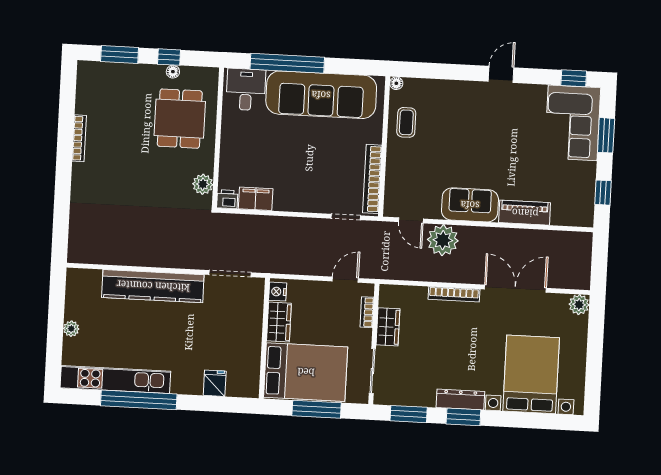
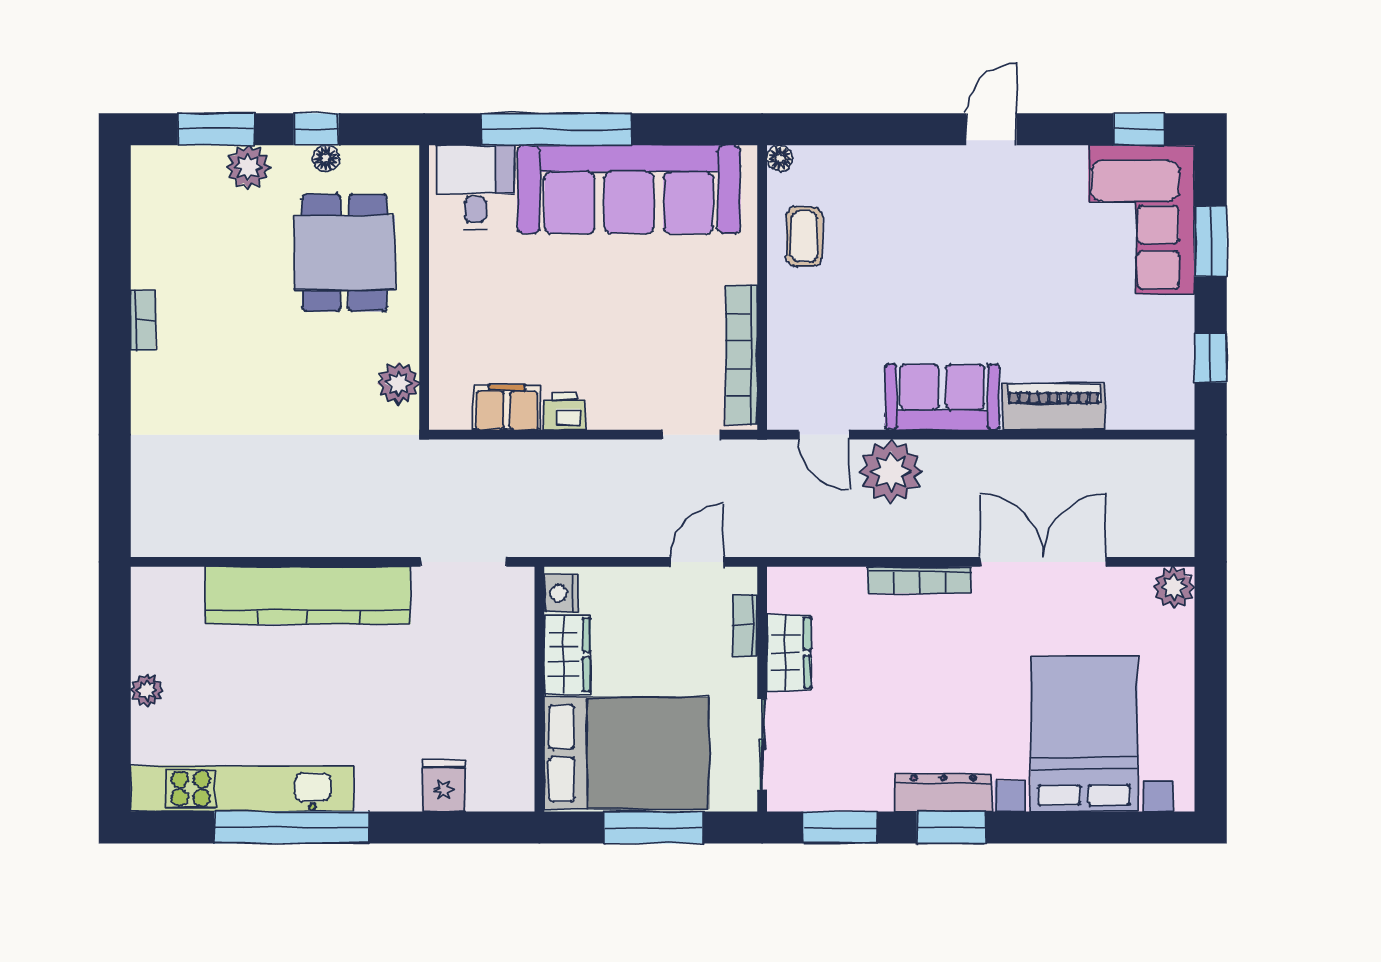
plant: (135, 74) -> (248, 167), added
bookcase: (79, 138) -> (143, 320), width x0.64
printer: (227, 199) -> (564, 411), moved

